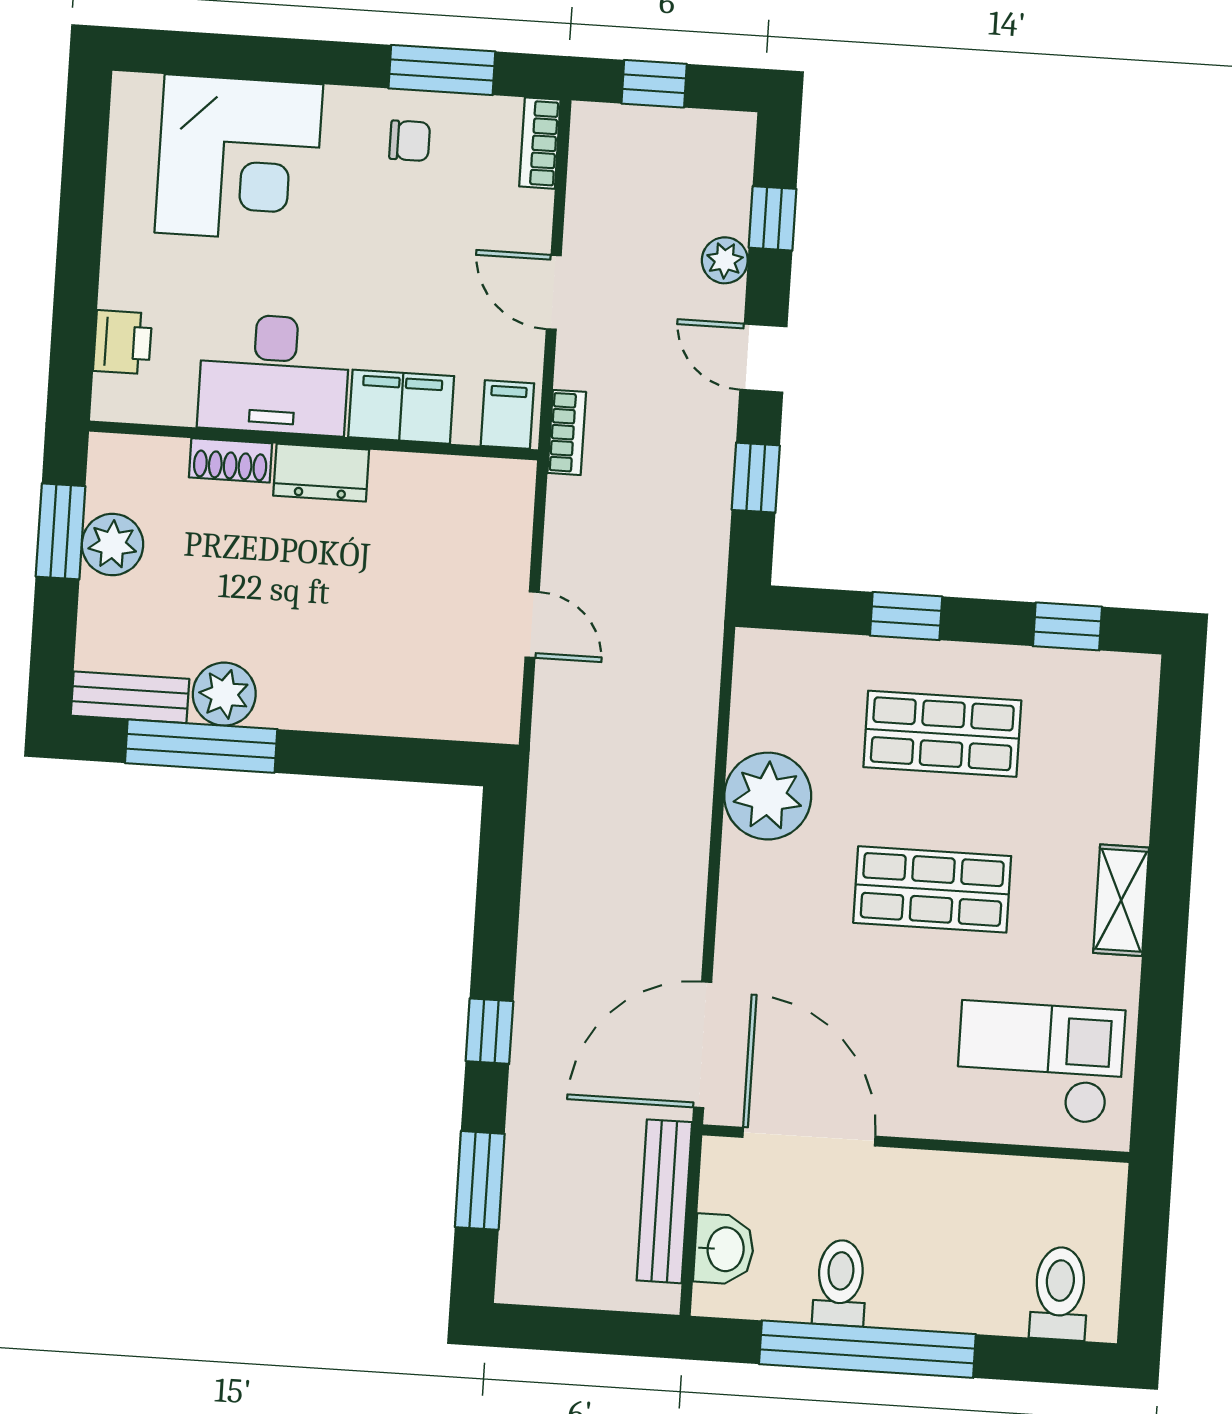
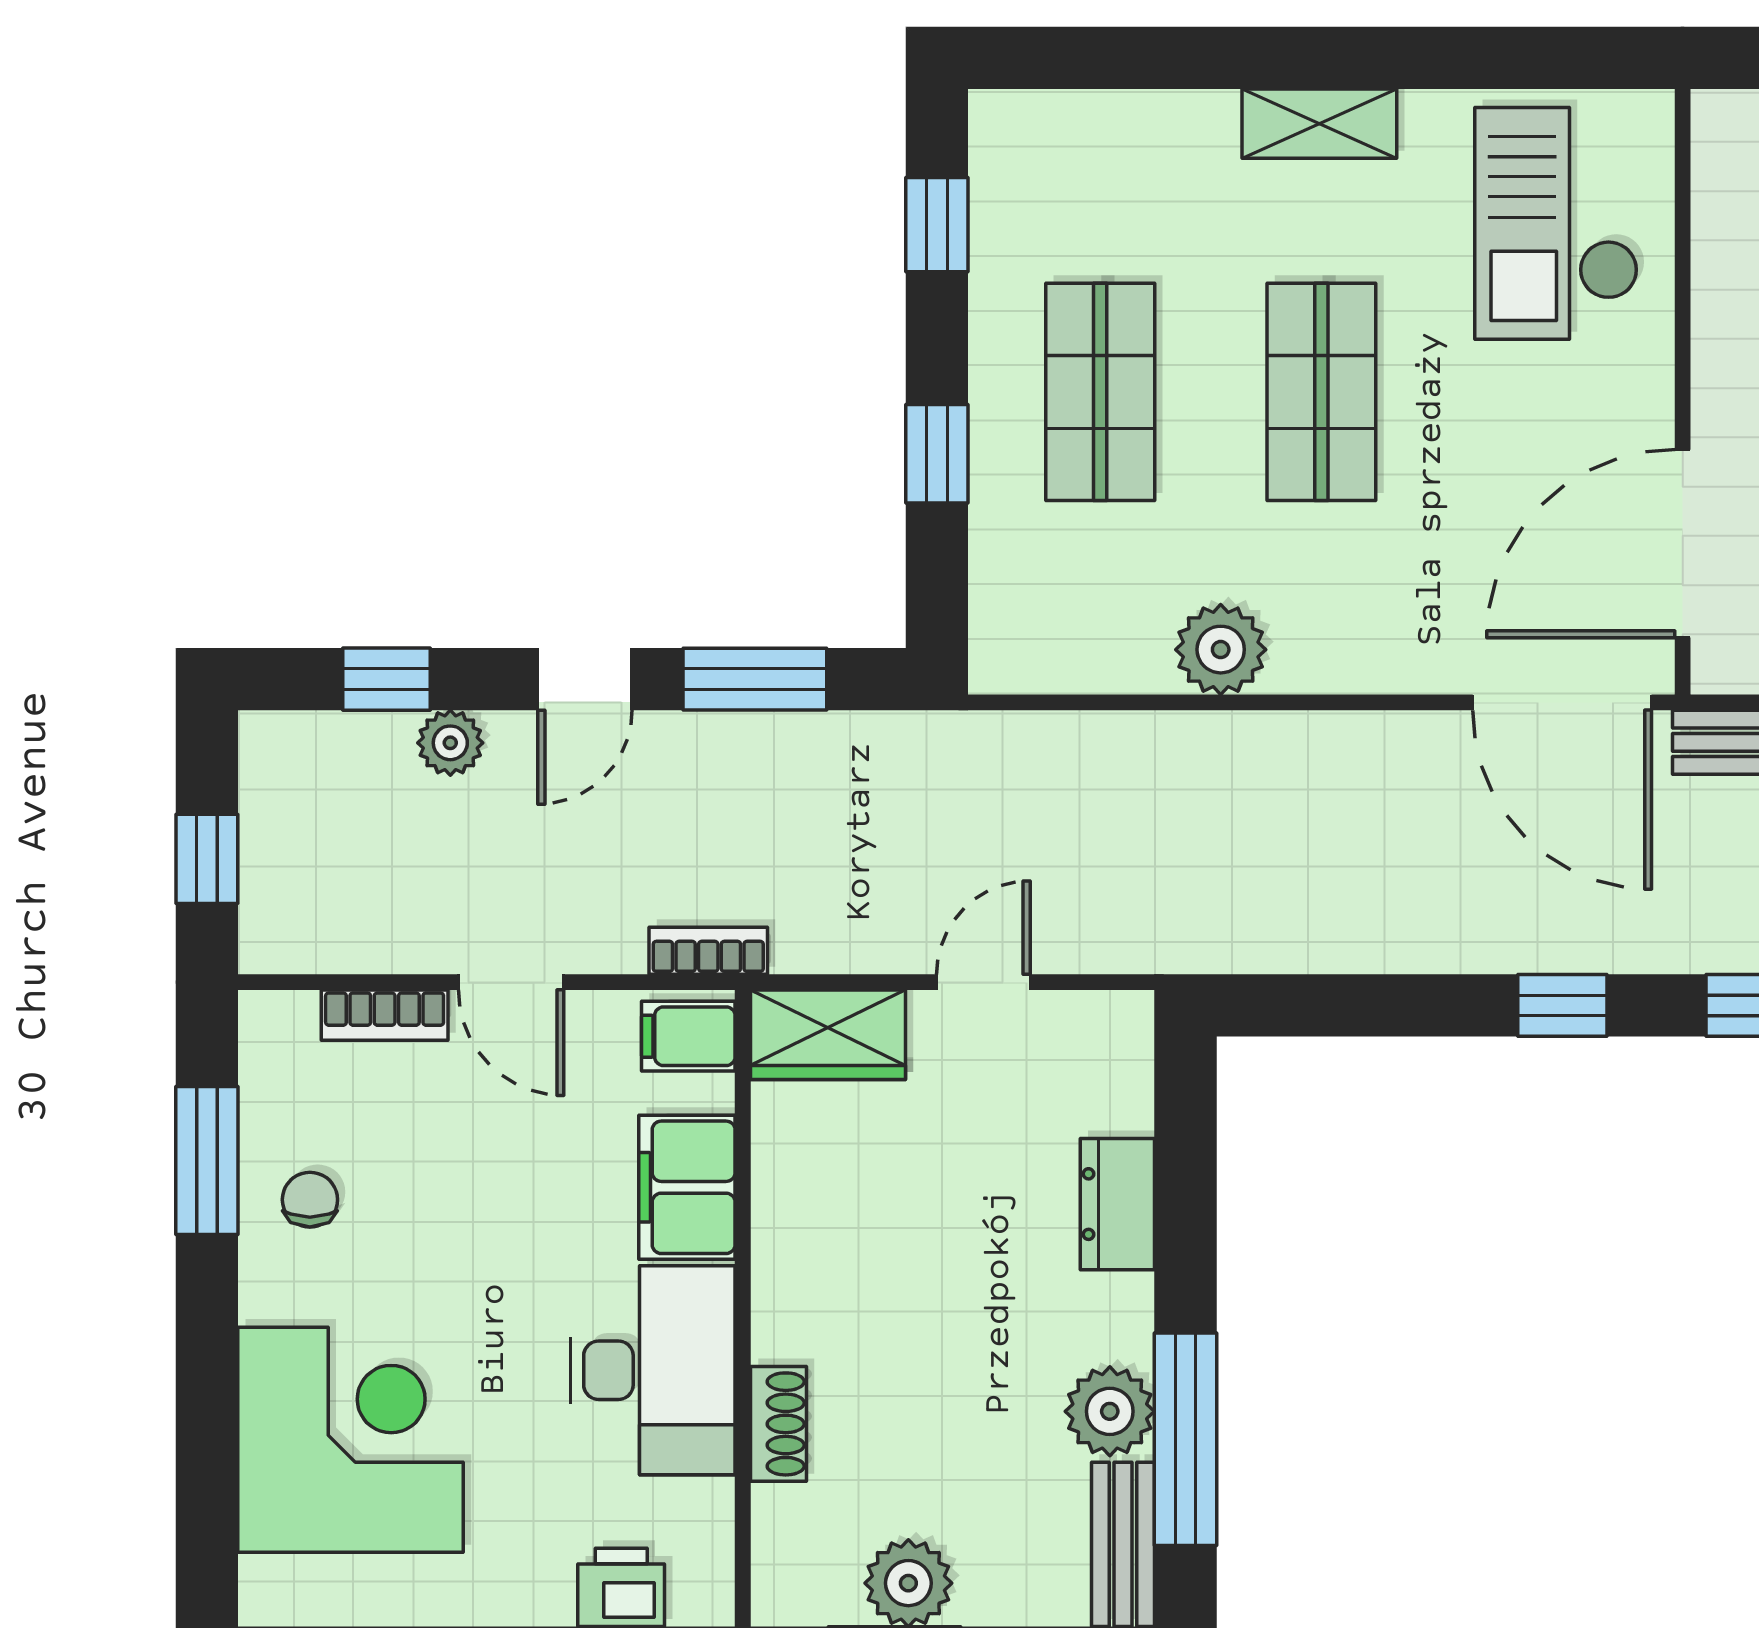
bookcase: (540, 143) -> (385, 1015), moved
door: (554, 292) -> (511, 982), hinge flipped
dresser: (321, 473) -> (1117, 1204), moved, turned 180
window: (756, 478) -> (755, 679), width x1.50
wardrobe: (502, 513) -> (828, 1035), added
plant: (768, 796) -> (1221, 650), width x0.73, depth x0.73

